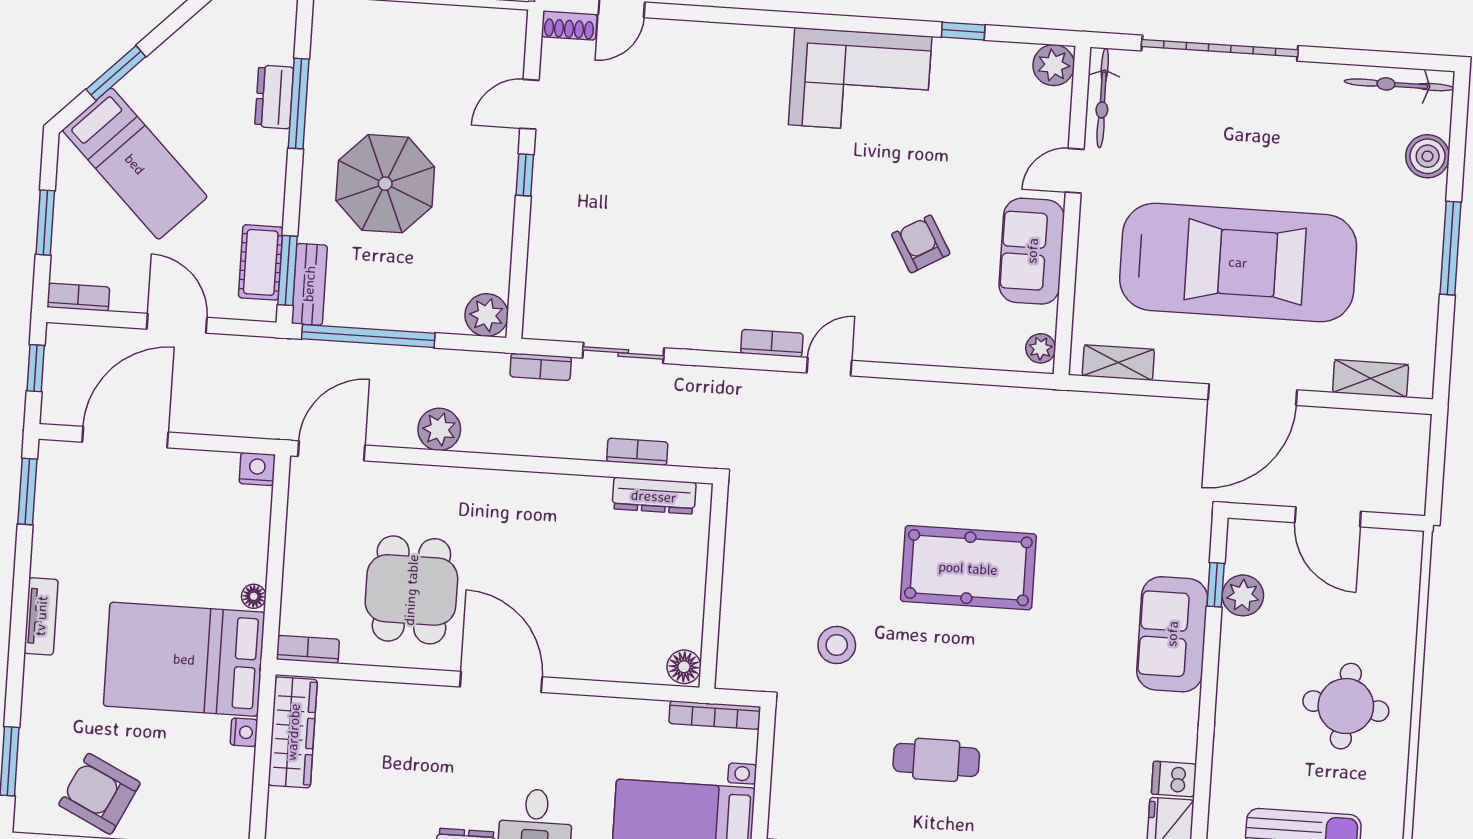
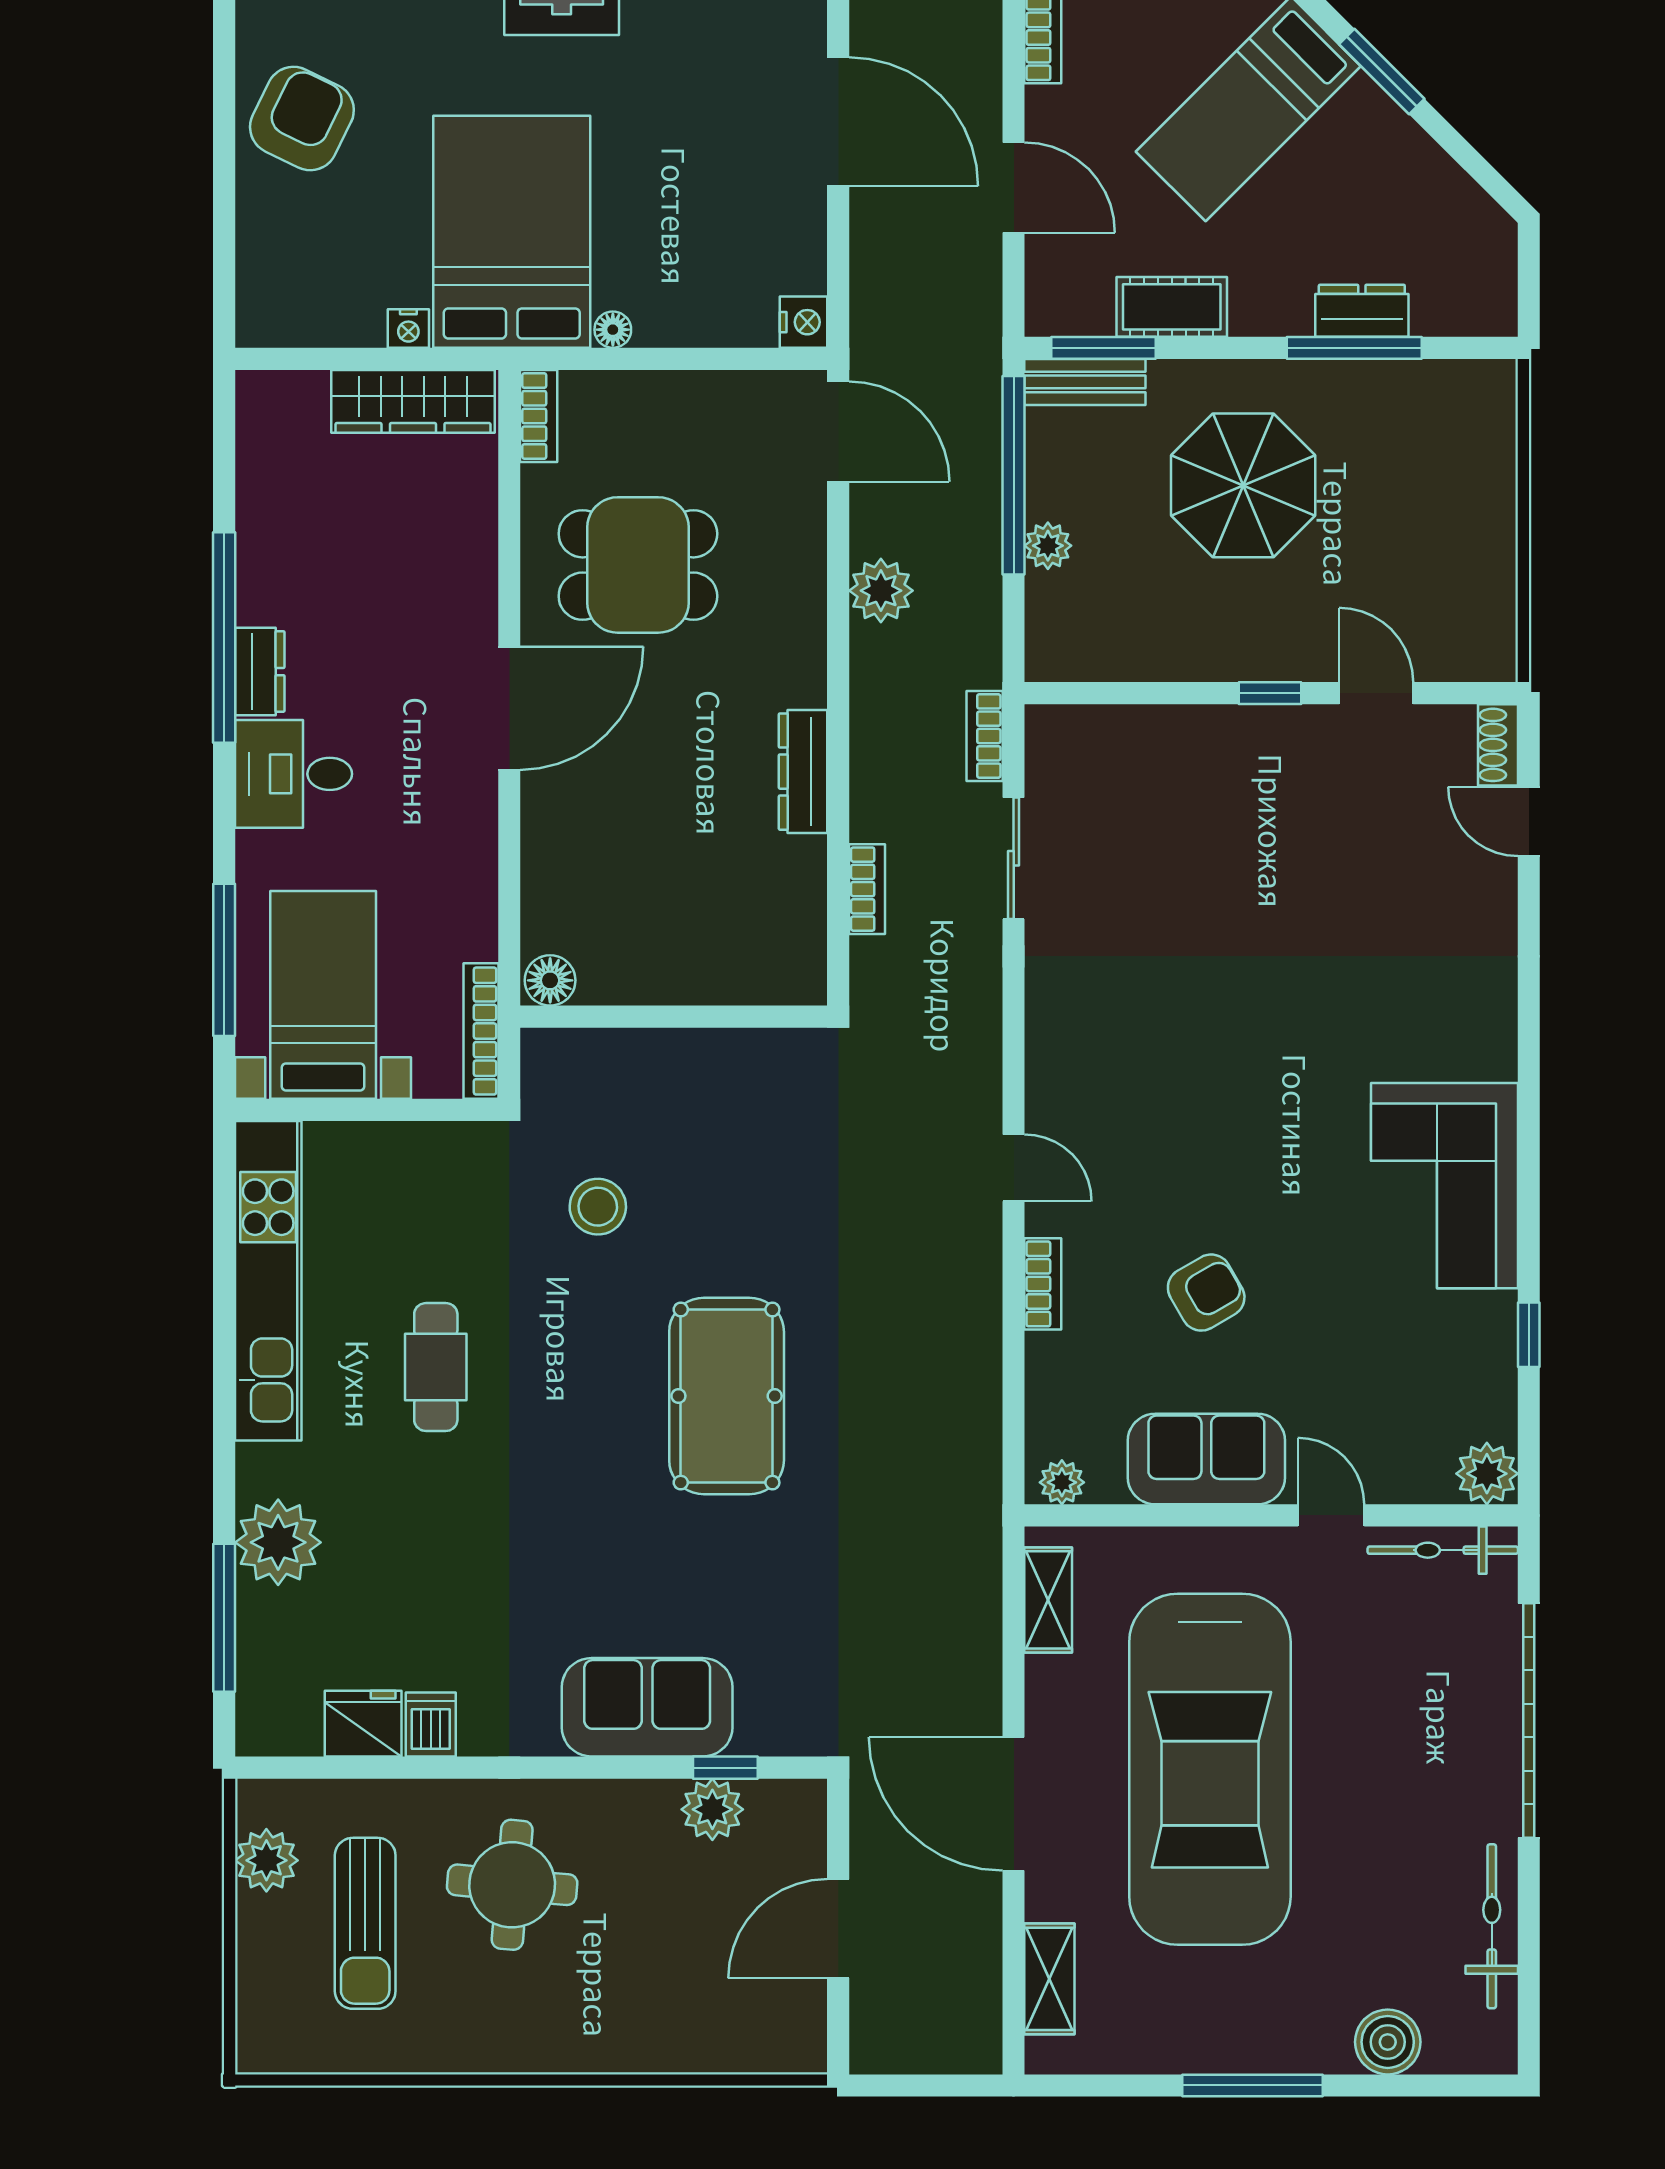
bicycle: (1399, 85) -> (1492, 1926), moved
cot: (261, 262) -> (1172, 307), moved
plant: (487, 315) -> (1048, 546), moved, width x0.73, depth x0.73
door: (177, 323) -> (1014, 187), hinge flipped
bookcase: (772, 343) -> (1043, 1284), moved
dresser: (654, 496) -> (803, 772), moved
round table: (1346, 706) -> (512, 1885), moved

